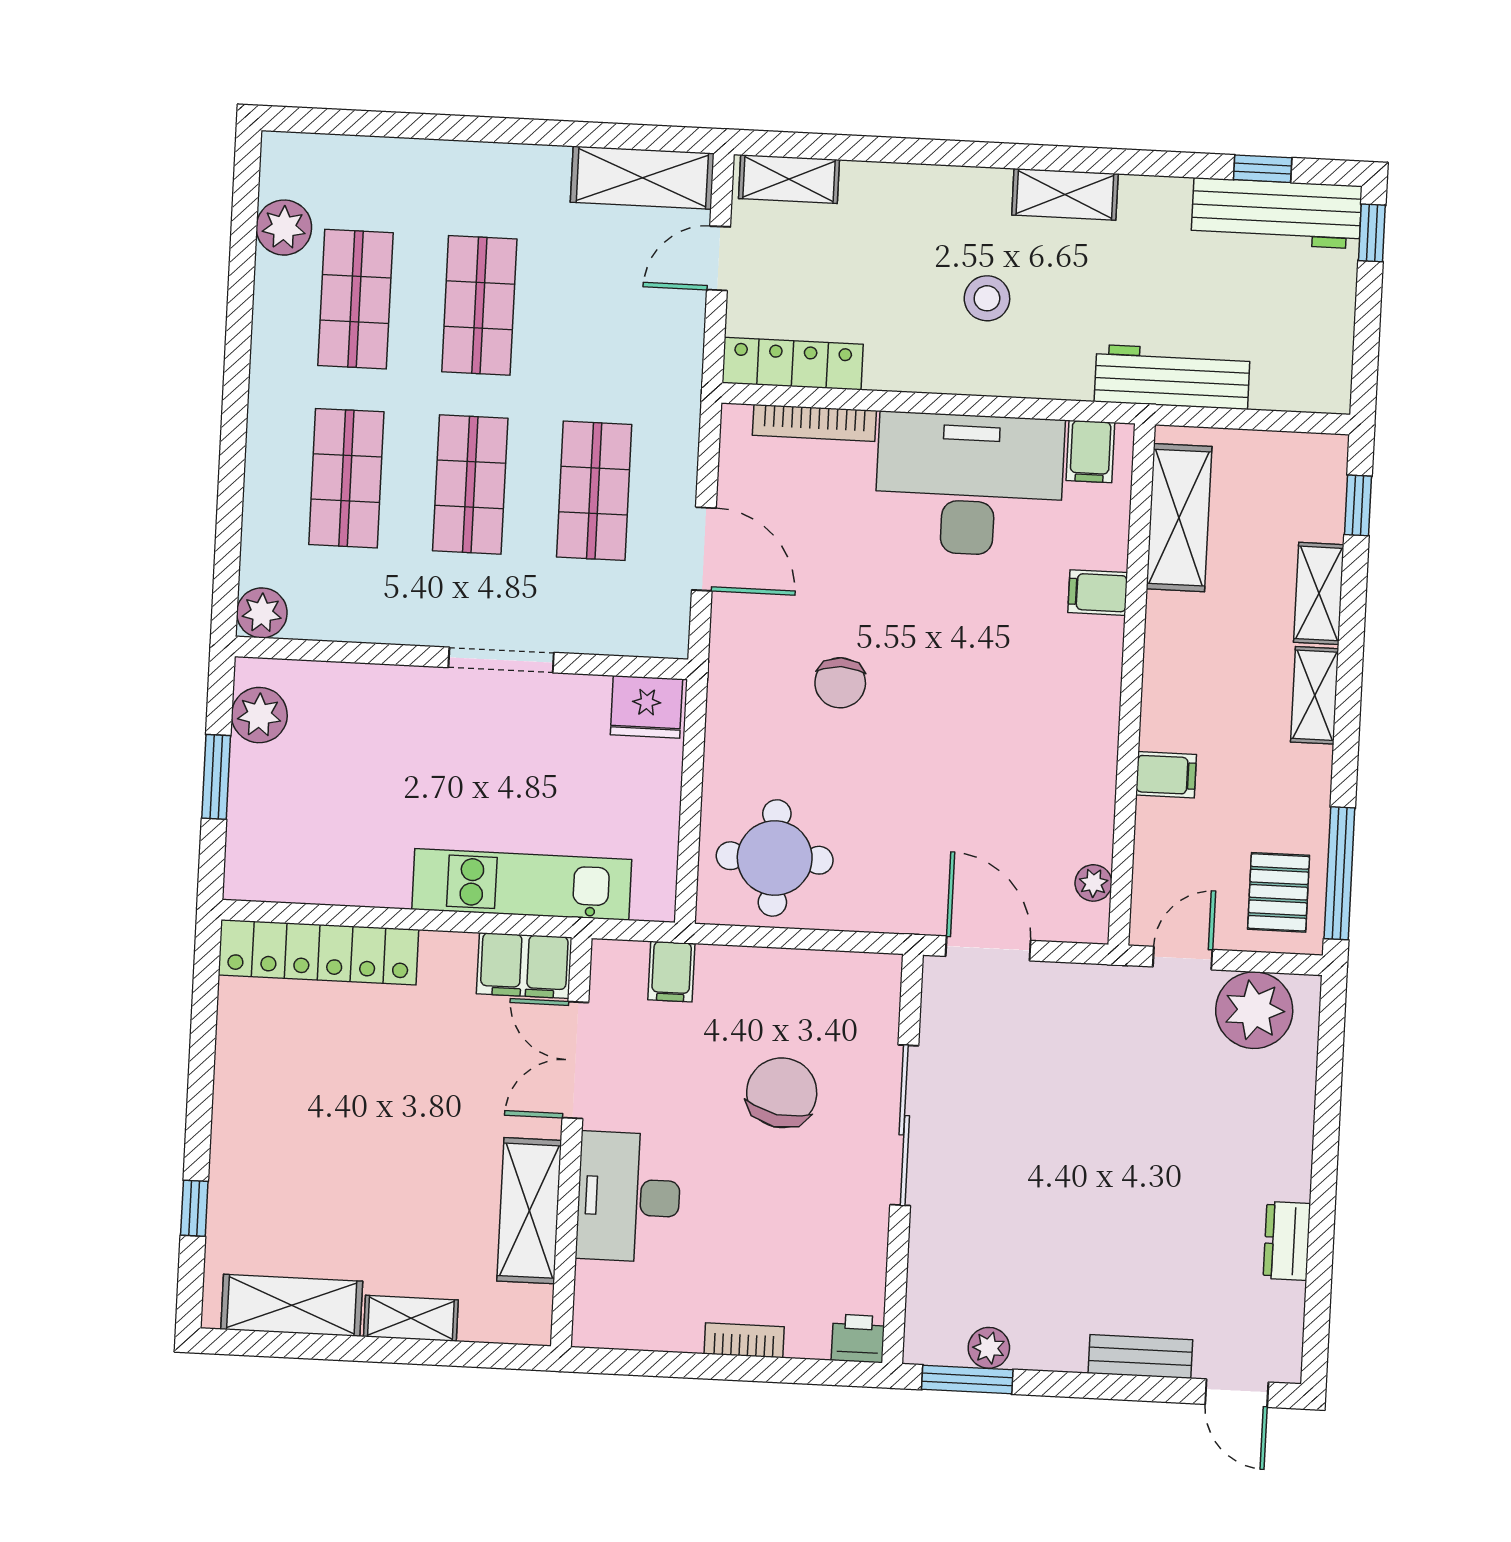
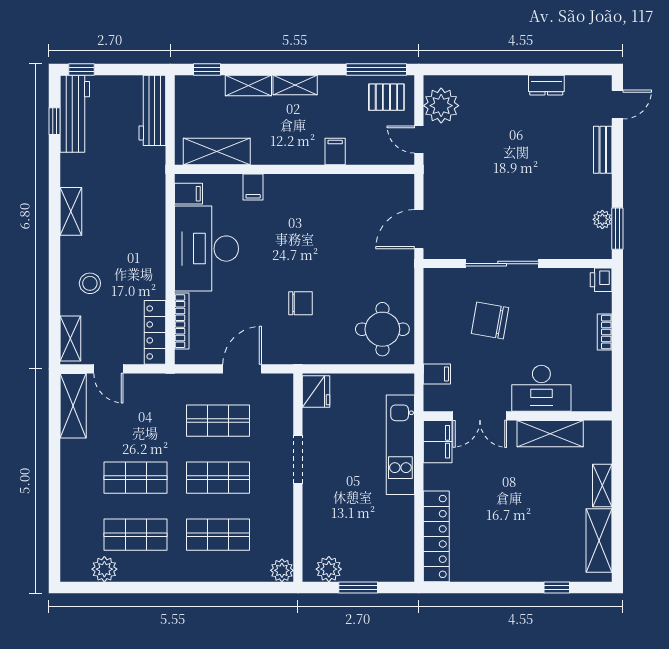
stool: (987, 298) -> (90, 283), moved
workbench: (1172, 377) -> (152, 110), moved
plant: (1093, 883) -> (386, 182), removed

